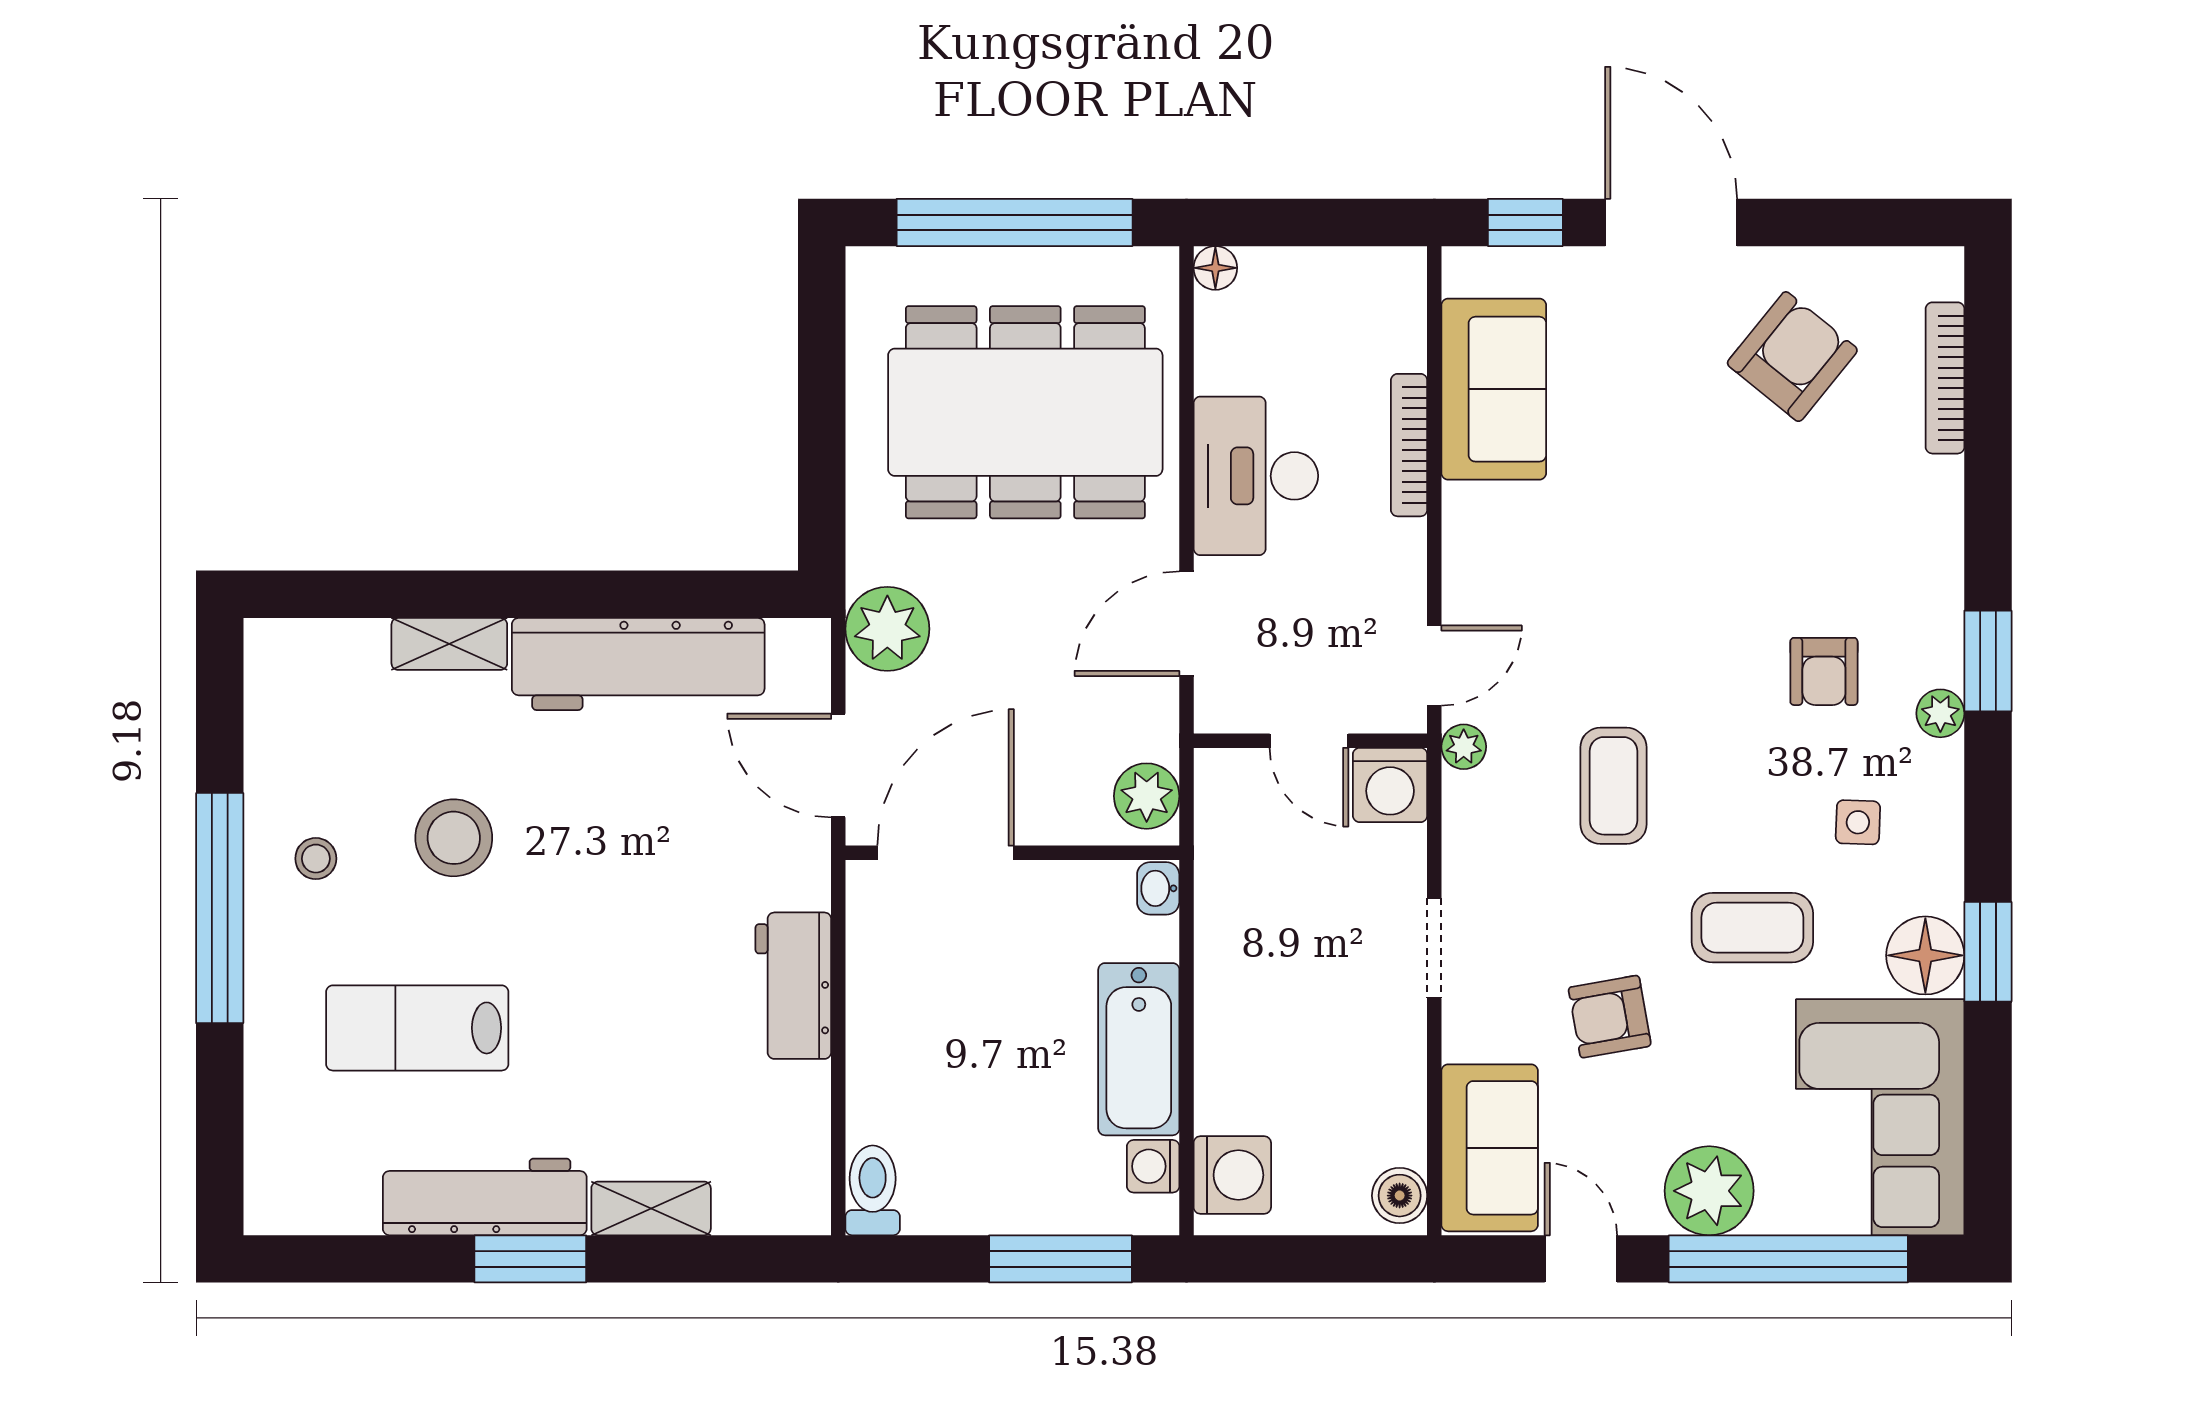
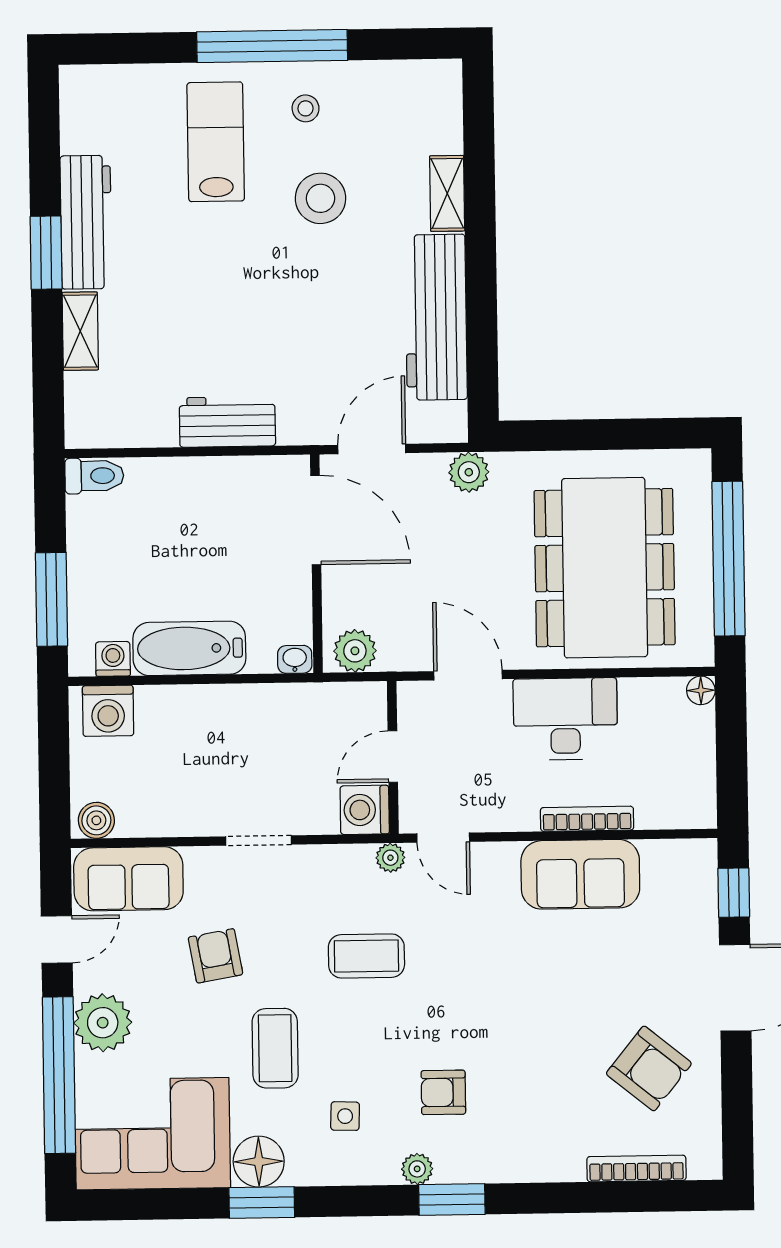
sofa: (1494, 389) -> (580, 874), moved
plant: (887, 629) -> (469, 472), width x0.73, depth x0.73
lab bench: (417, 1028) -> (216, 142), moved

